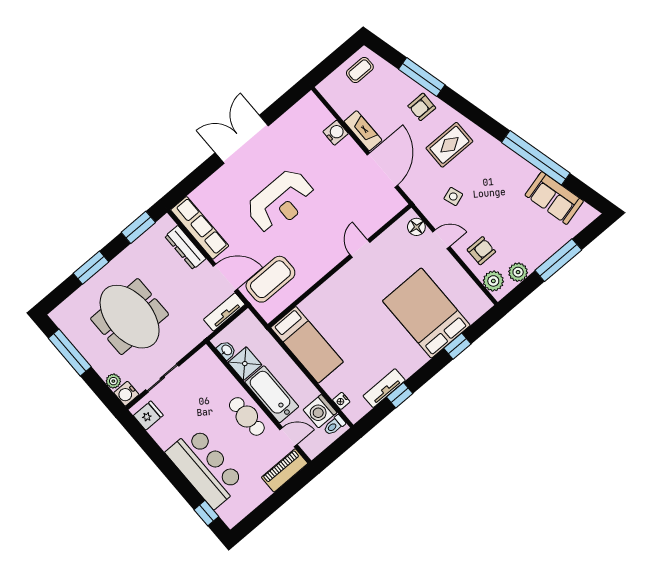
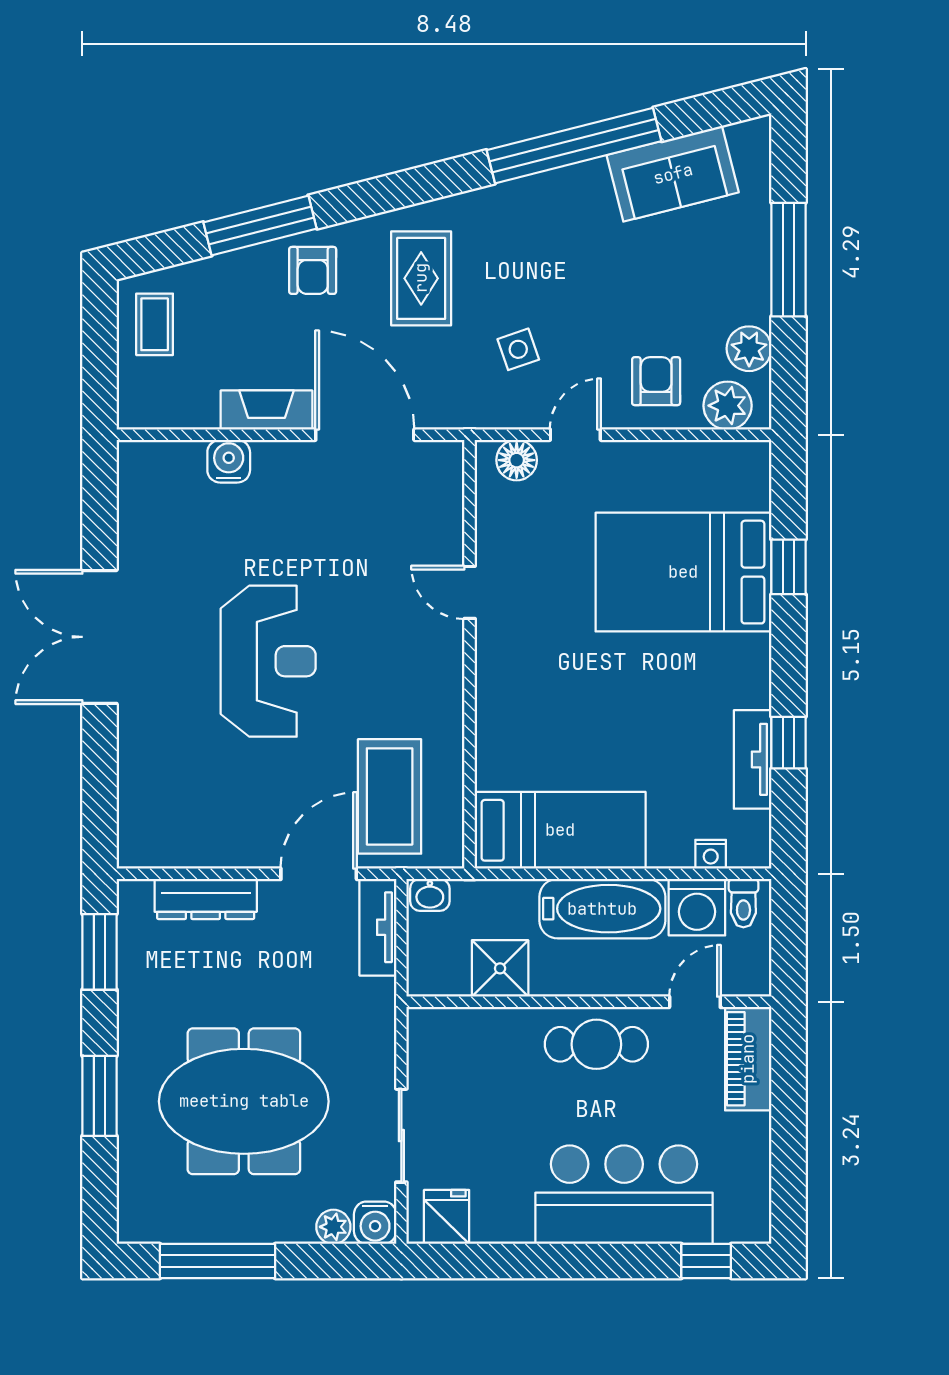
row of seats: (200, 228) -> (193, 844), removed
washbasin: (226, 350) -> (430, 895), moved, turned 180
bathtub: (272, 394) -> (602, 909), moved, turned 180

